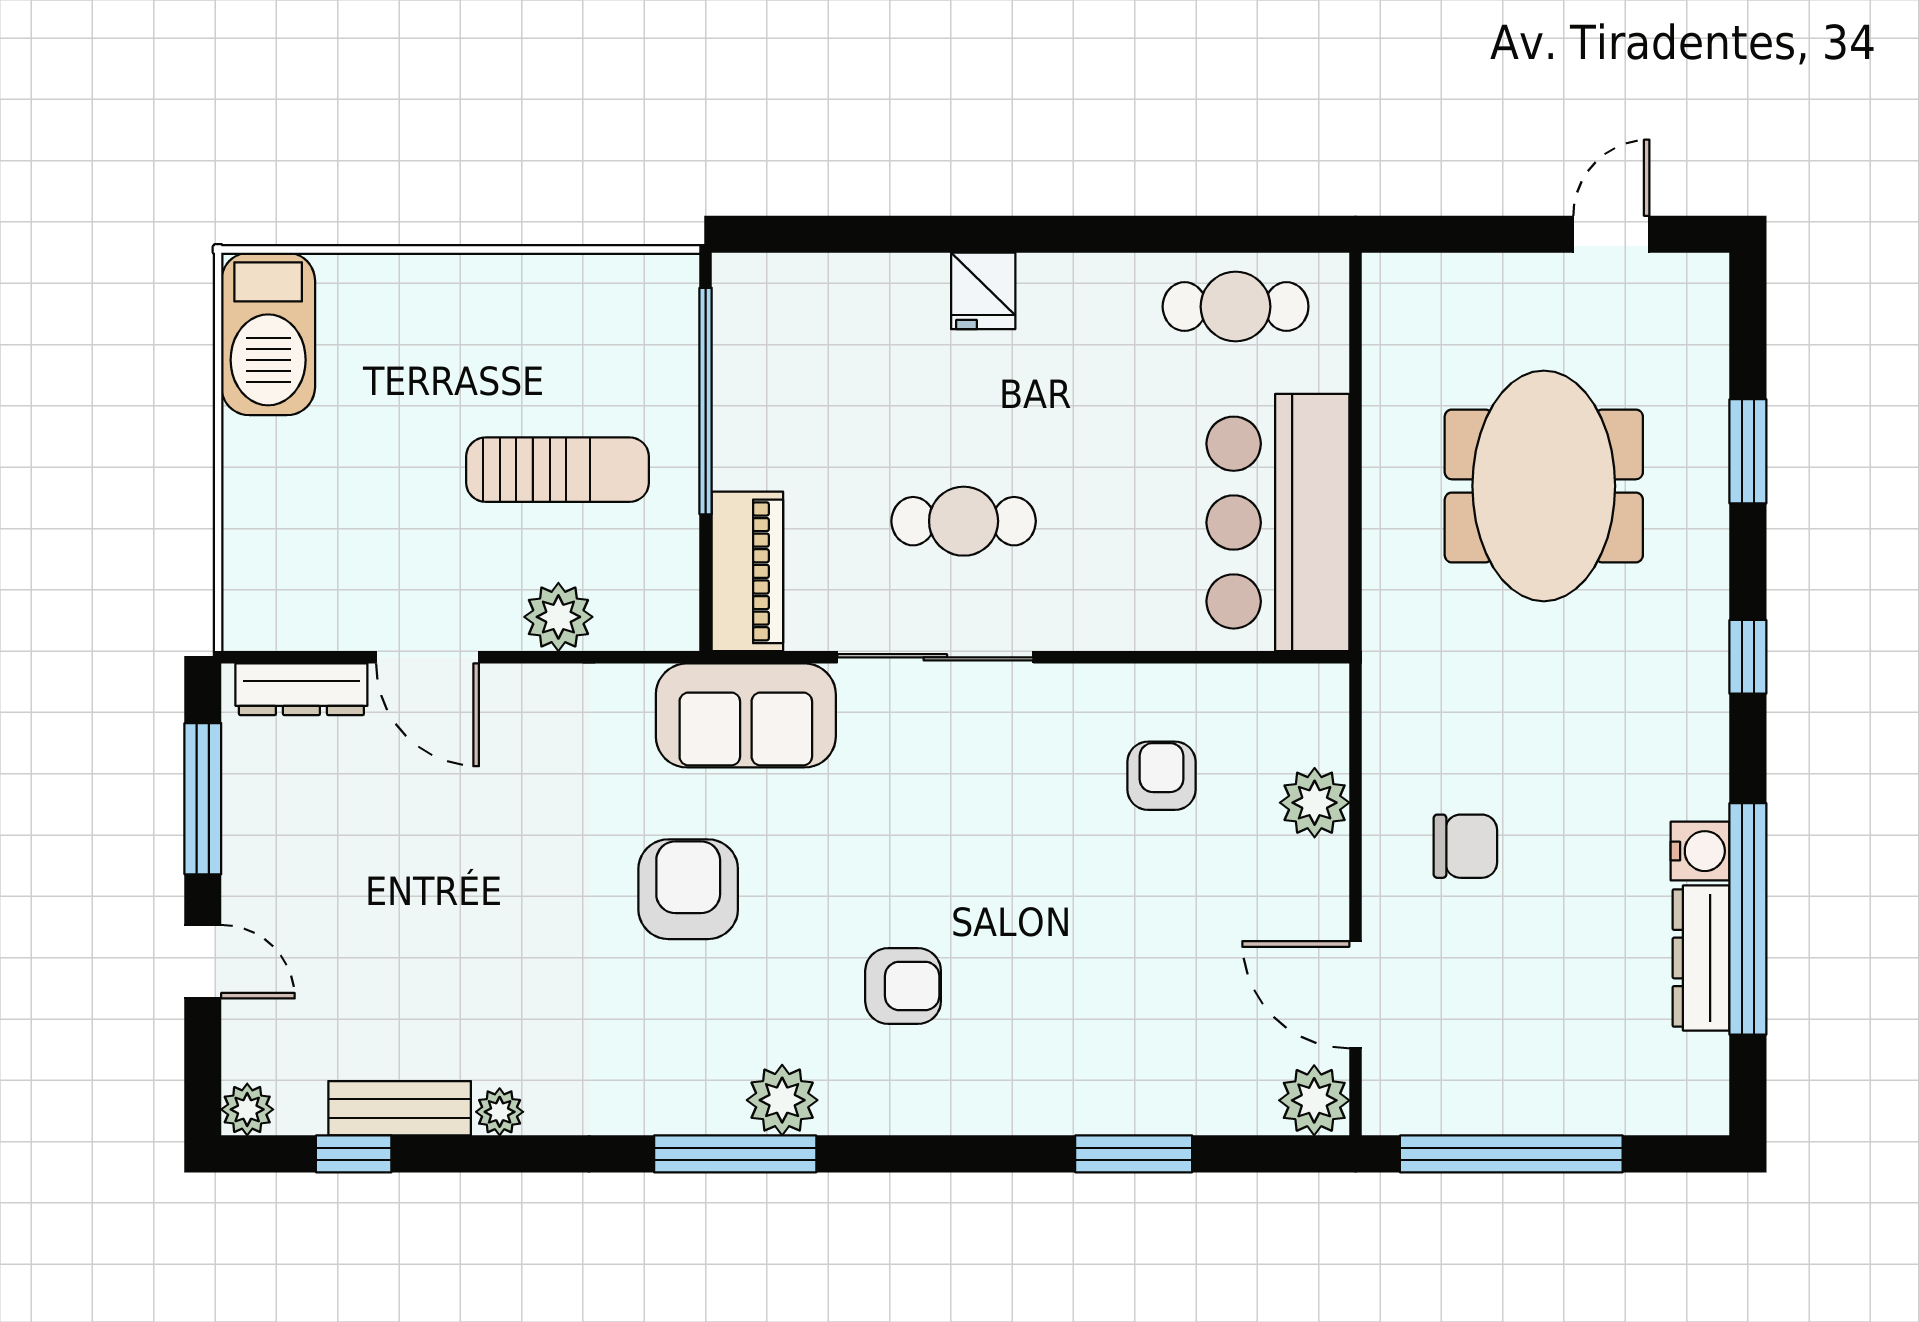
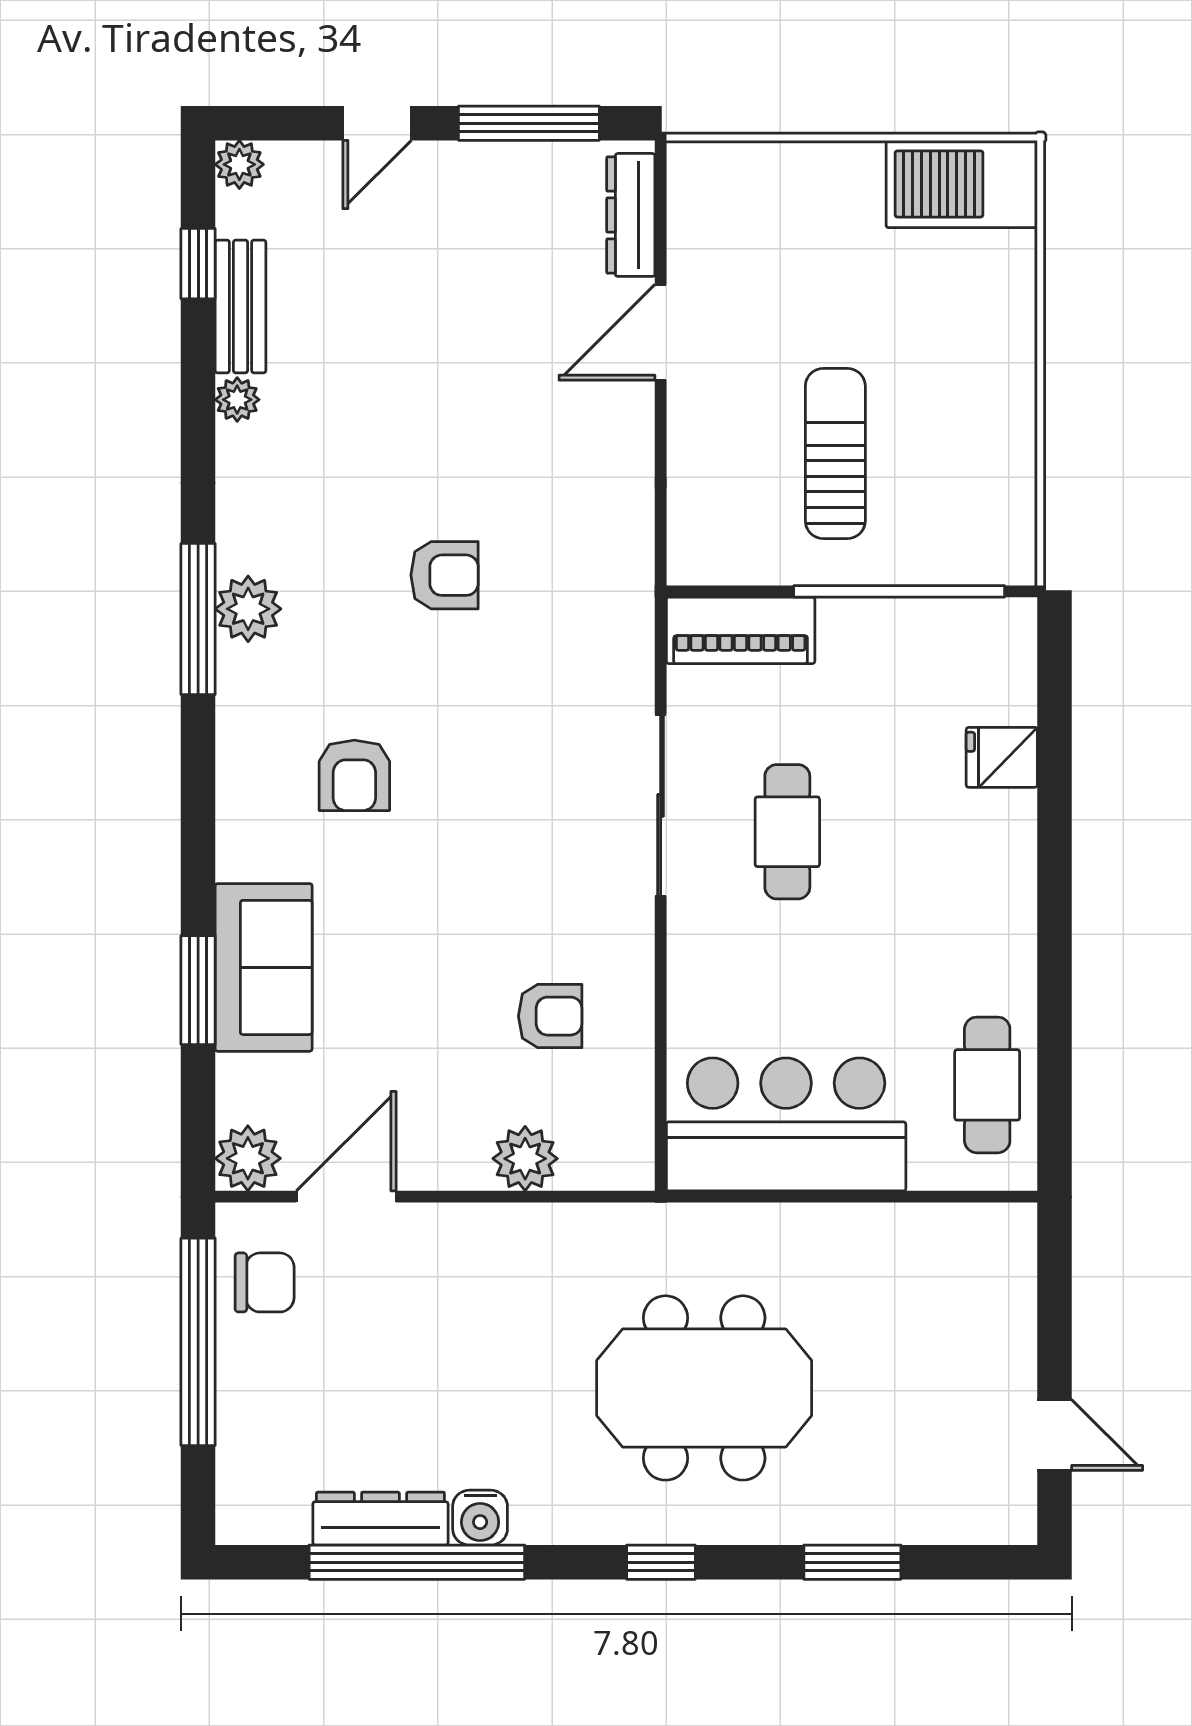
fridge: (983, 291) -> (1002, 757), moved
sun lounger: (558, 470) -> (835, 453), turned 180
meeting table: (1544, 486) -> (704, 1388), moved
plant: (558, 617) -> (698, 454), removed
sofa: (746, 715) -> (264, 967), moved, turned 180
chair: (1465, 846) -> (265, 1282), moved, turned -90
armchair: (688, 889) -> (445, 575), width x0.72, depth x0.72
plant: (782, 1100) -> (248, 609), moved

